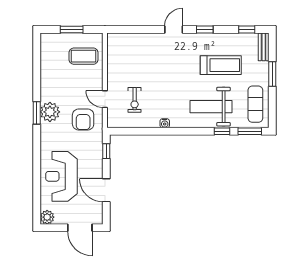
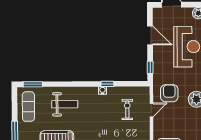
door: (105, 99) -> (151, 110), hinge flipped
weight bench: (211, 107) -> (65, 104), width x0.73, depth x0.75
window: (222, 131) -> (107, 84), moved

